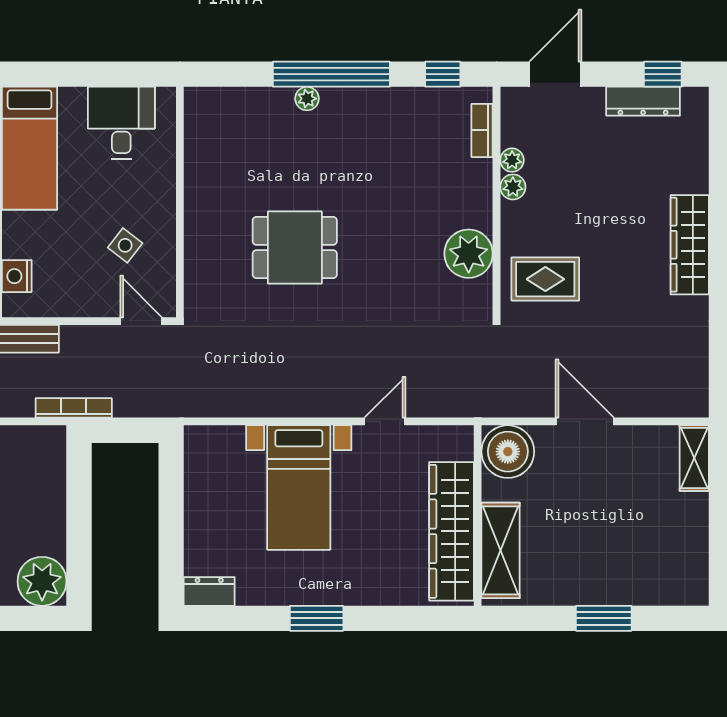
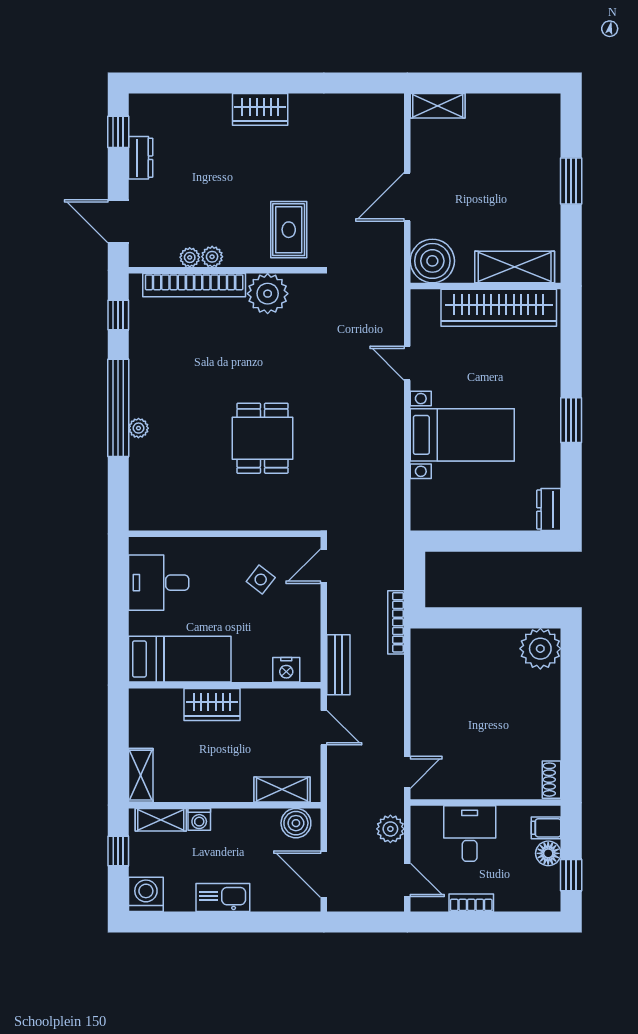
dresser: (643, 101) -> (141, 158), width x0.70
bookcase: (482, 130) -> (194, 285), width x2.31, depth x1.31
wardrobe: (690, 245) -> (260, 109), width x0.67

